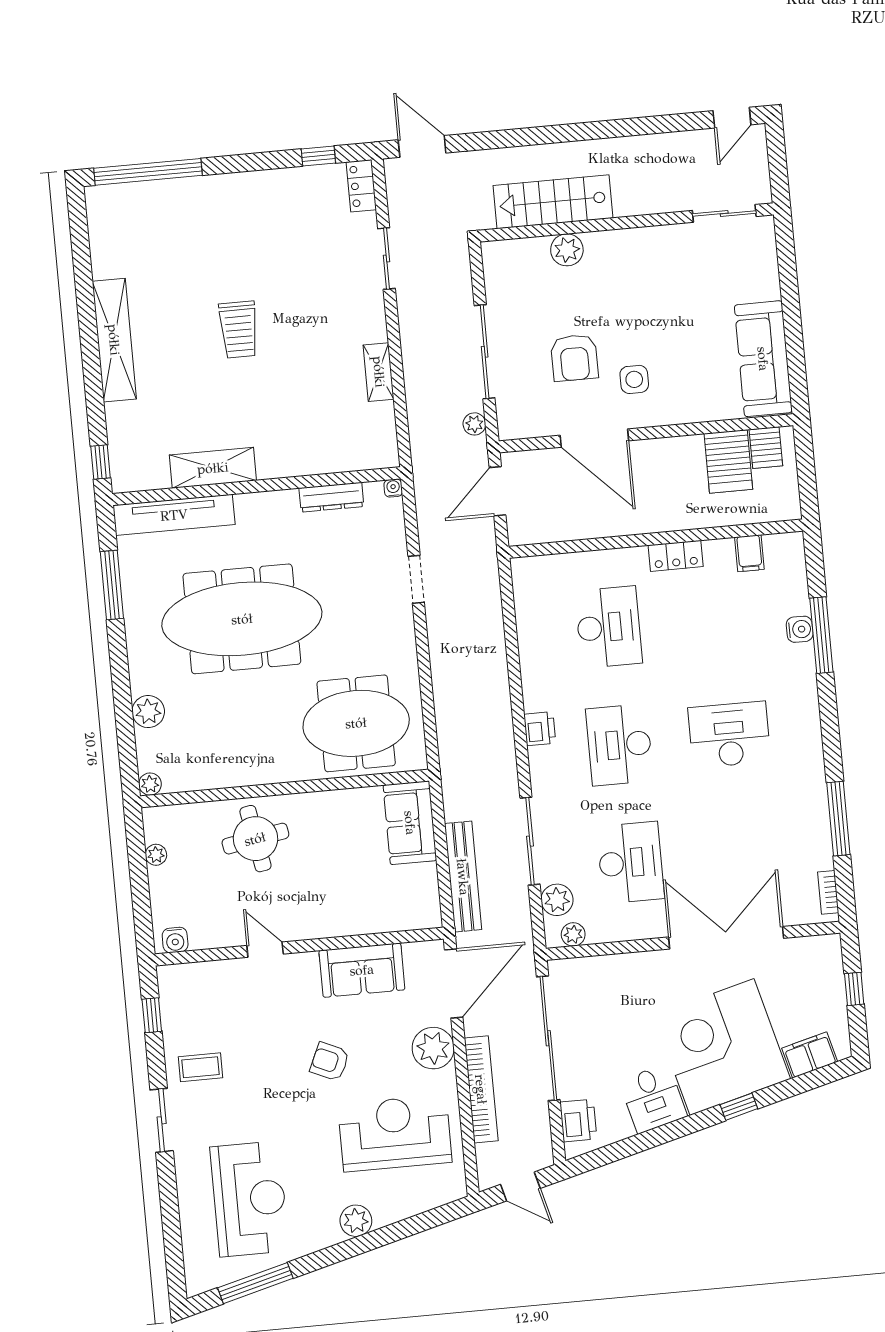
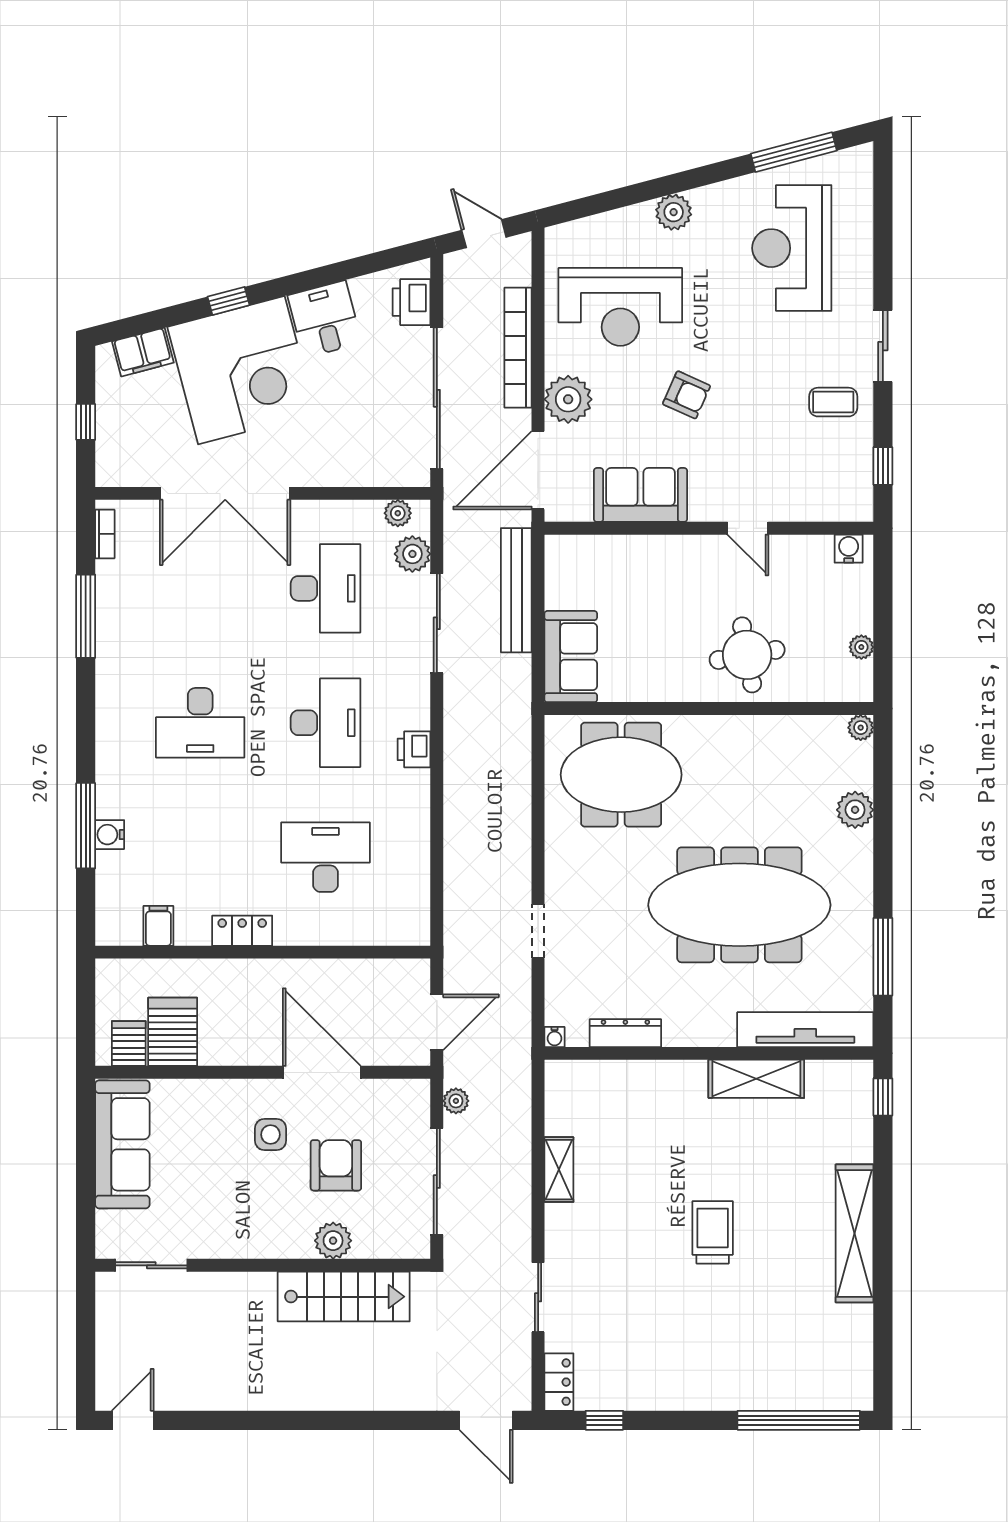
stairs: (553, 202) -> (344, 1297), moved
sliding door: (724, 213) -> (151, 1265), moved
wall: (626, 223) -> (263, 1265), moved
plant: (567, 250) -> (333, 1241), moved
desk: (609, 627) -> (325, 857), turned 90
desk: (630, 863) -> (325, 588), turned 180

